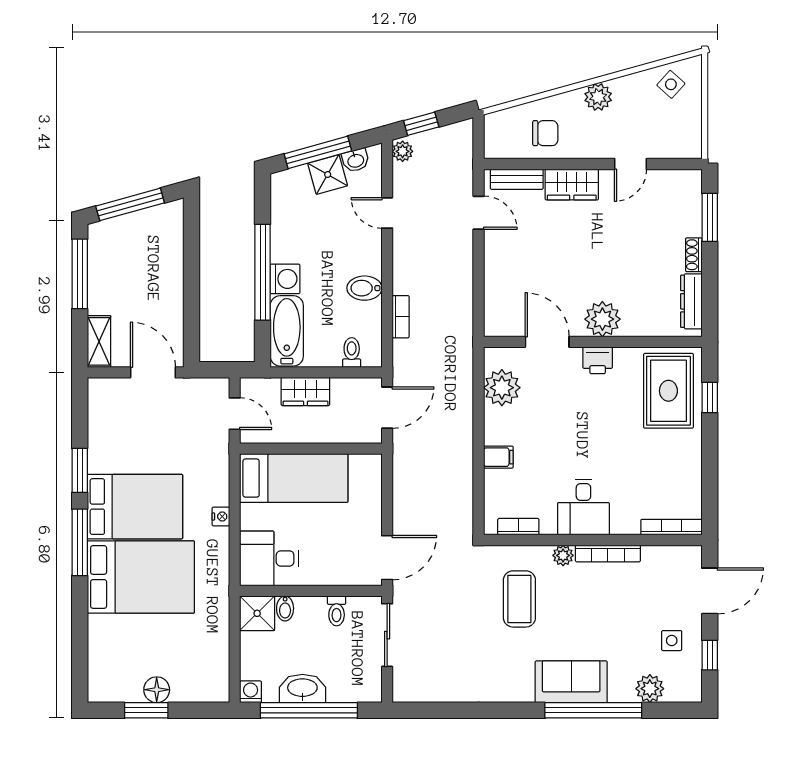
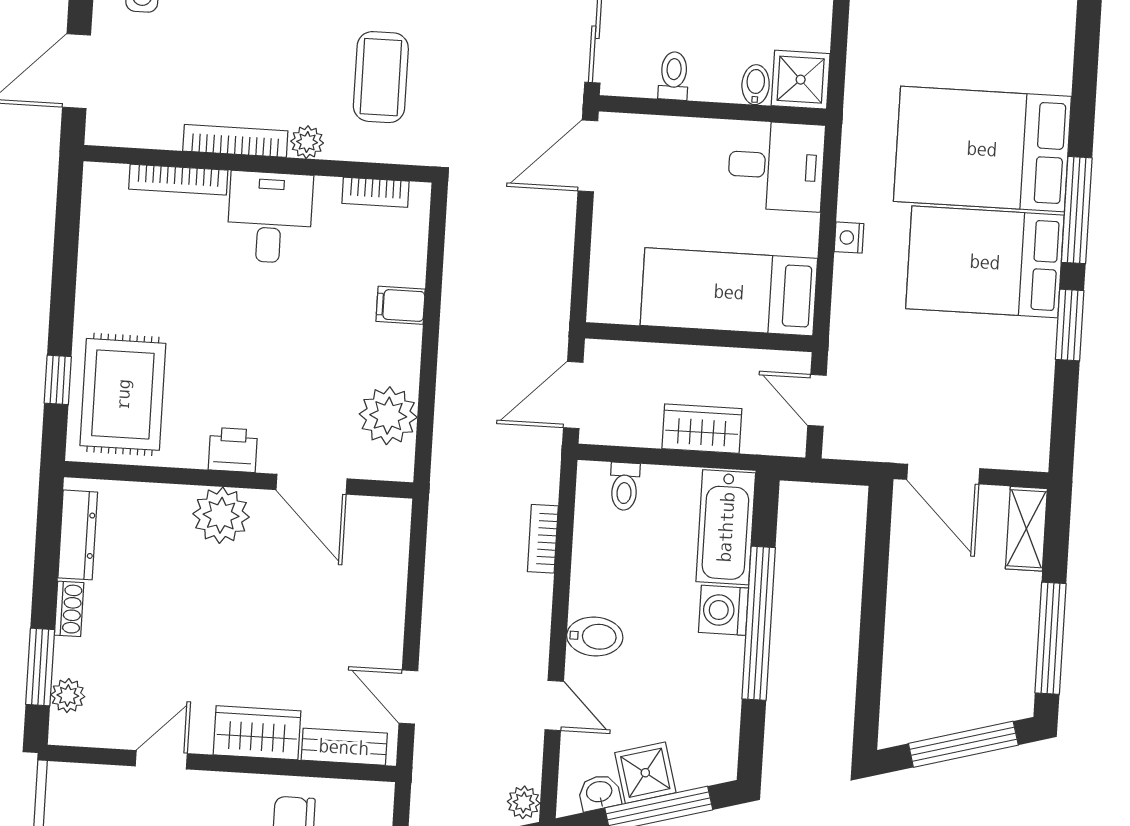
plant: (691, 201) -> (68, 696), added
bidet: (364, 288) -> (595, 636), moved
bookcase: (671, 527) -> (178, 180), moved

